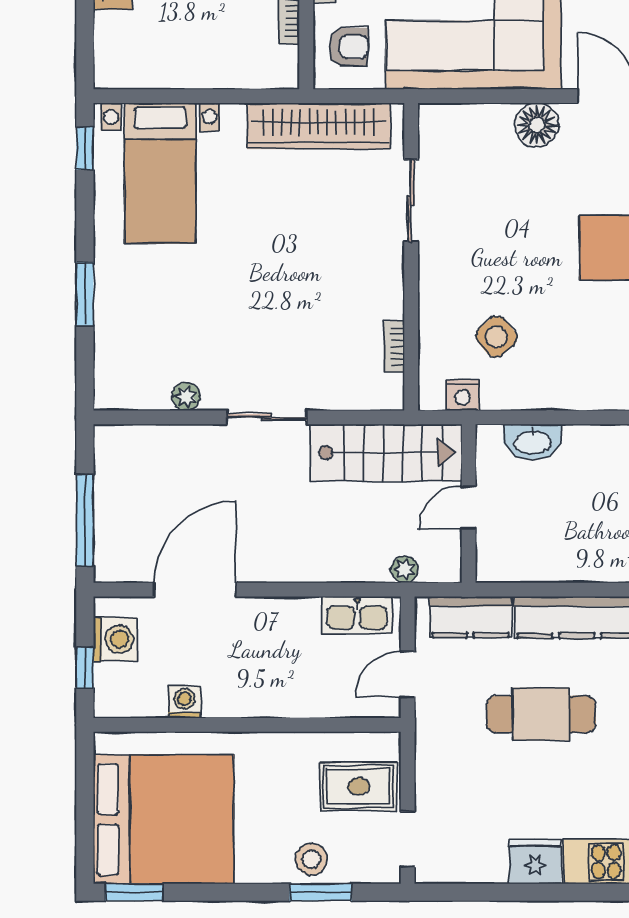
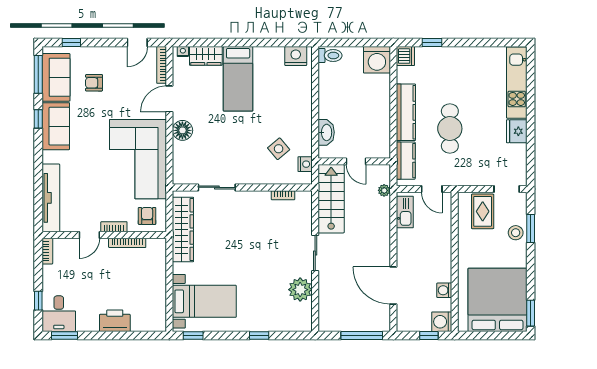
window: (85, 294) -> (259, 336), width x0.67
plant: (186, 397) -> (300, 290), width x1.87, depth x1.87
washing machine: (115, 639) -> (442, 322), moved, turned -90

